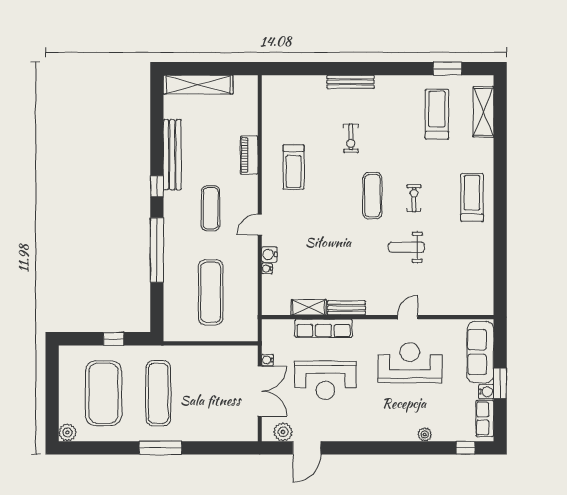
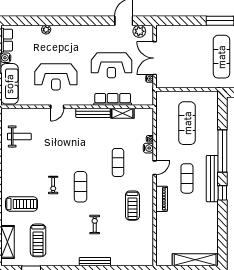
bench: (172, 155) -> (212, 179), moved
piano: (249, 155) -> (162, 199), moved
treadmill: (294, 167) -> (132, 206), turned 180
treadmill: (472, 197) -> (22, 204), moved, turned -90
exercise mat: (316, 232) -> (118, 162), added
weight bench: (406, 247) -> (19, 136), moved
bench: (346, 308) -> (93, 113), width x1.36
reception desk: (325, 380) -> (111, 65), turned 180
window: (465, 448) -> (19, 21), removed

